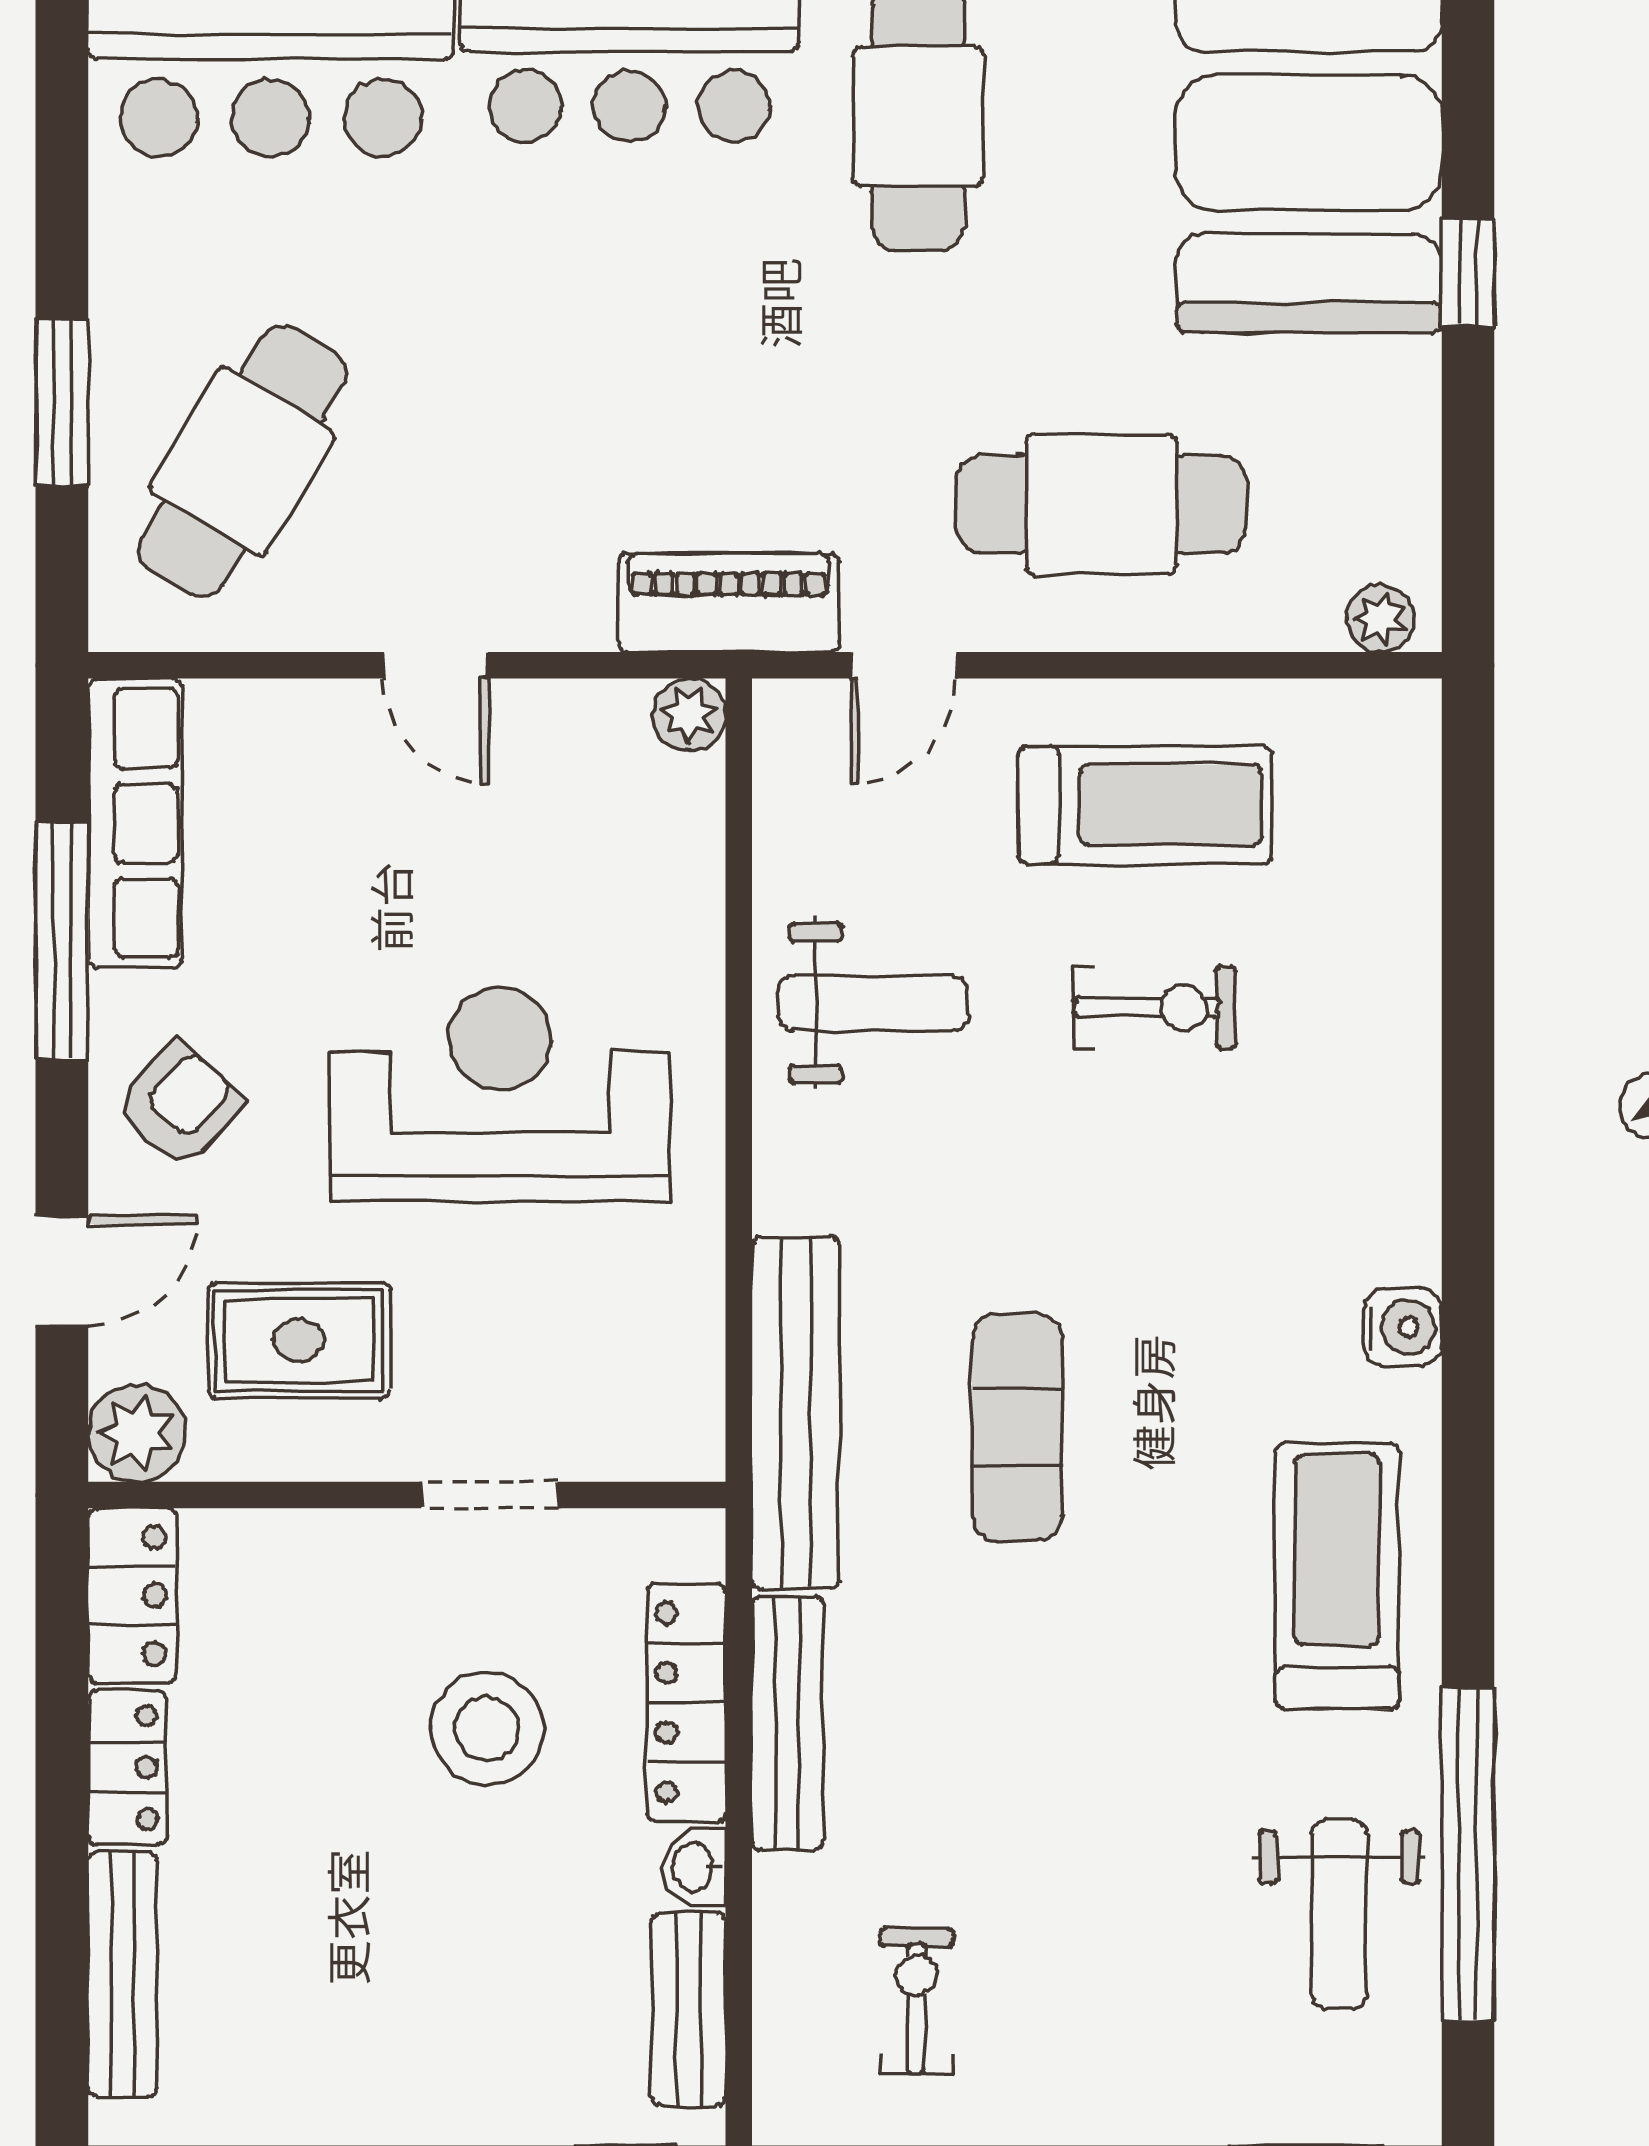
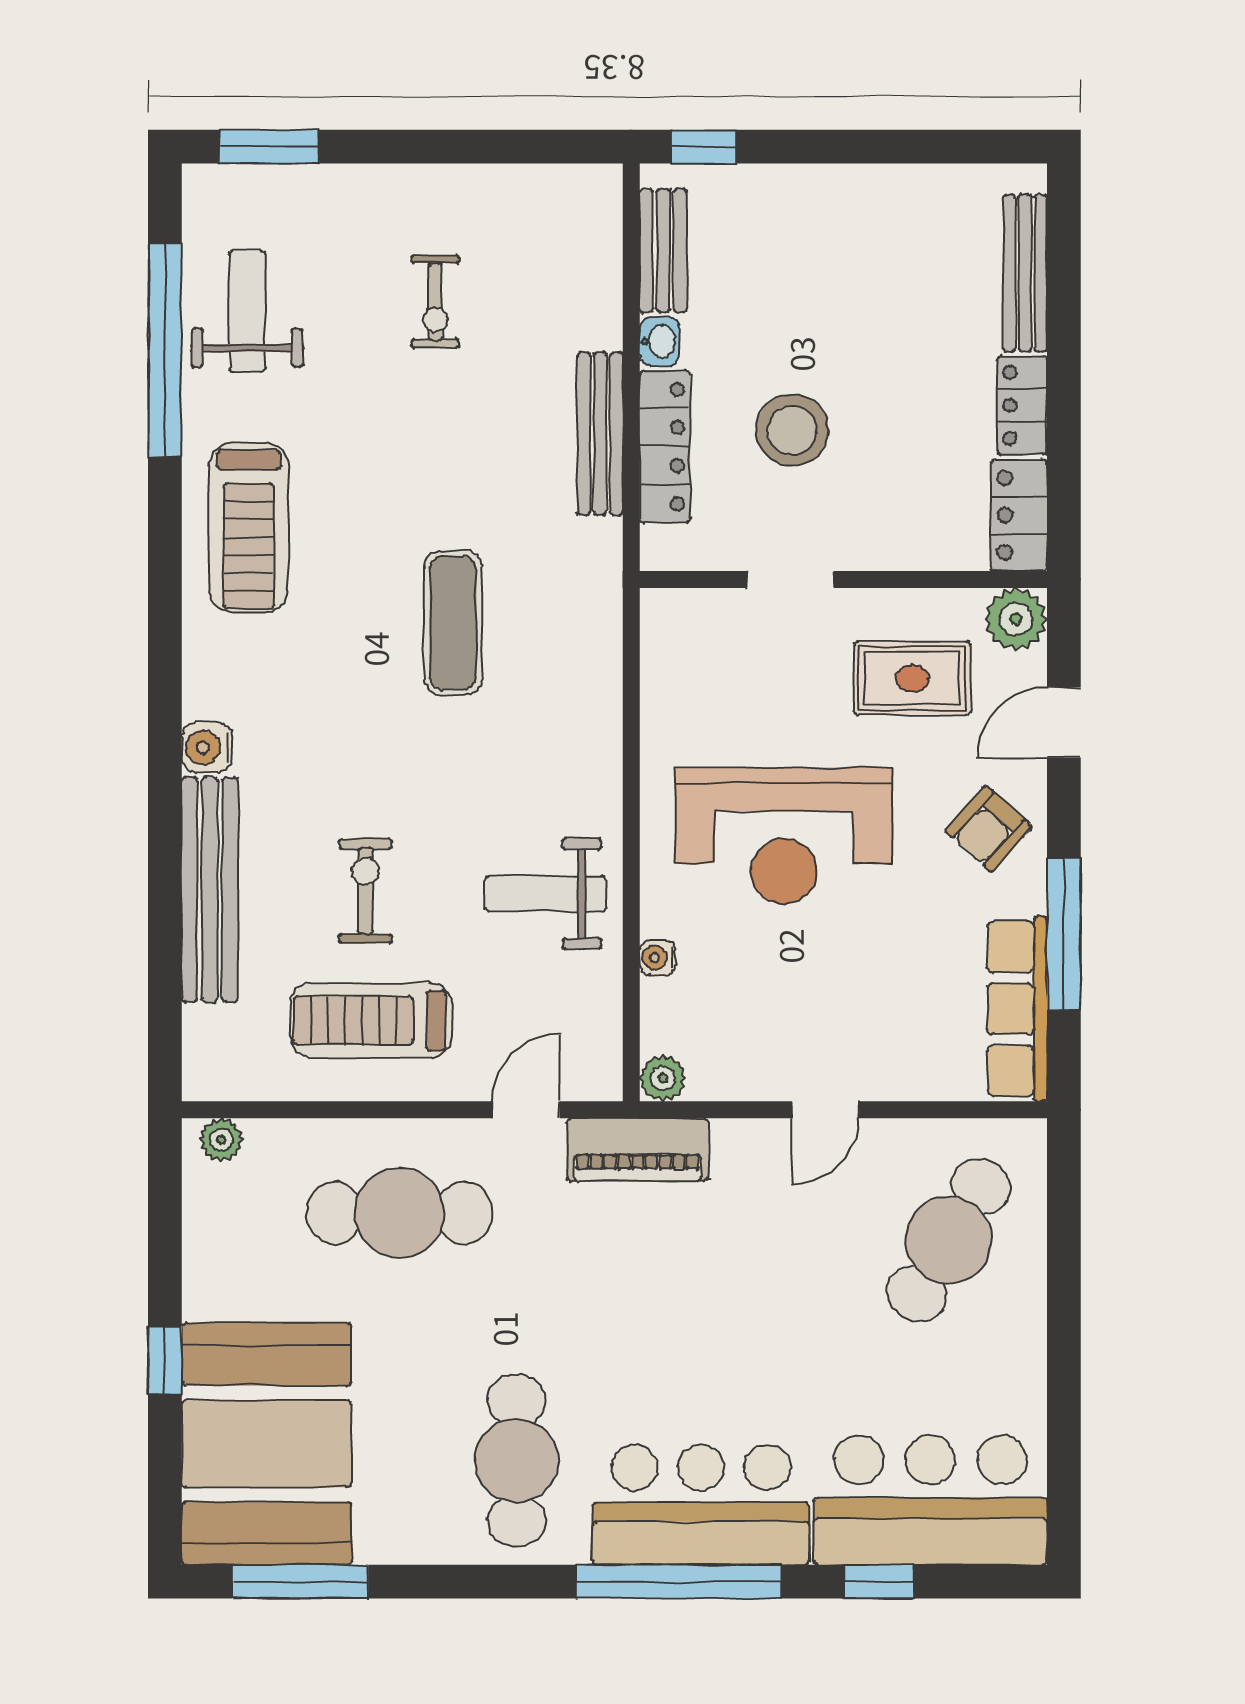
window: (62, 403) -> (1064, 1278), removed
door: (436, 665) -> (825, 1110), swing flipped
water cooler: (698, 904) -> (657, 957), added
exercise bike: (1155, 1008) -> (365, 891), turned 90
water cooler: (1402, 1327) -> (207, 748), moved
bench: (796, 1413) -> (210, 890), moved
exercise bike: (916, 2001) -> (435, 302), moved

